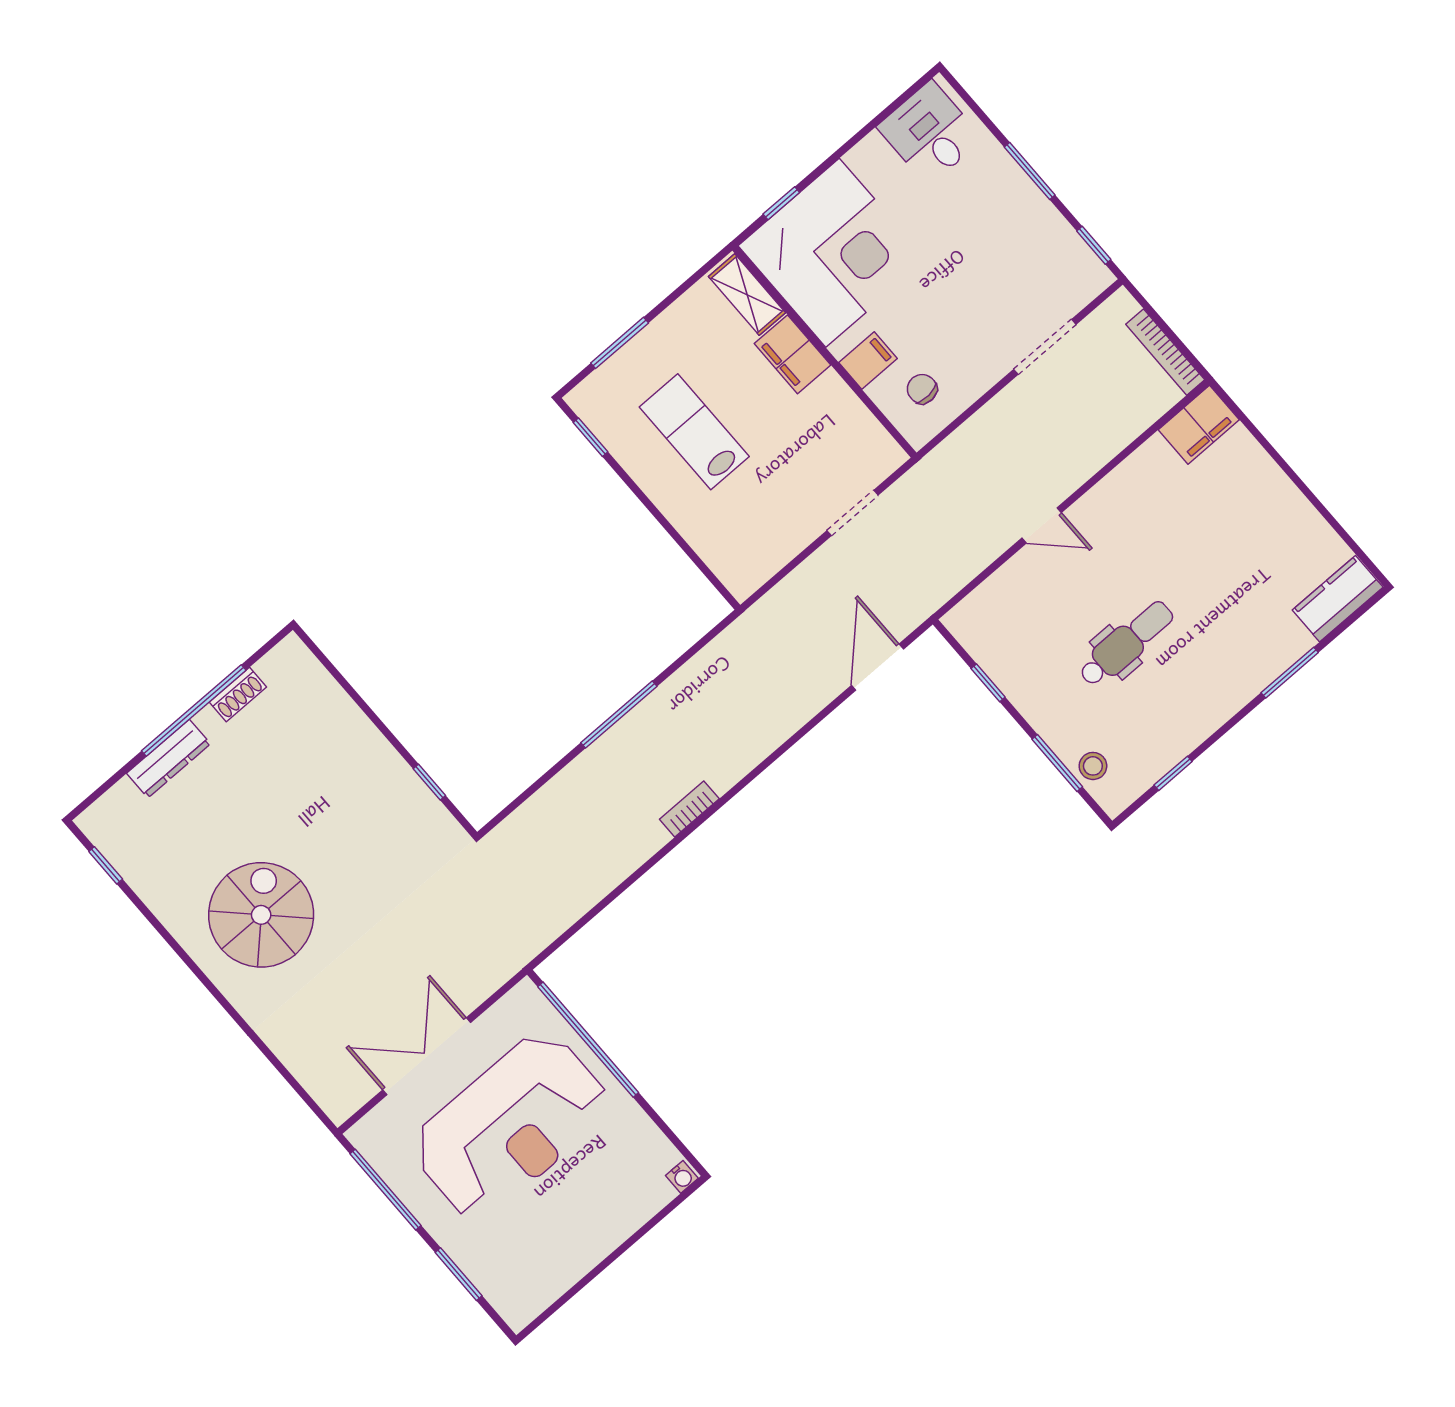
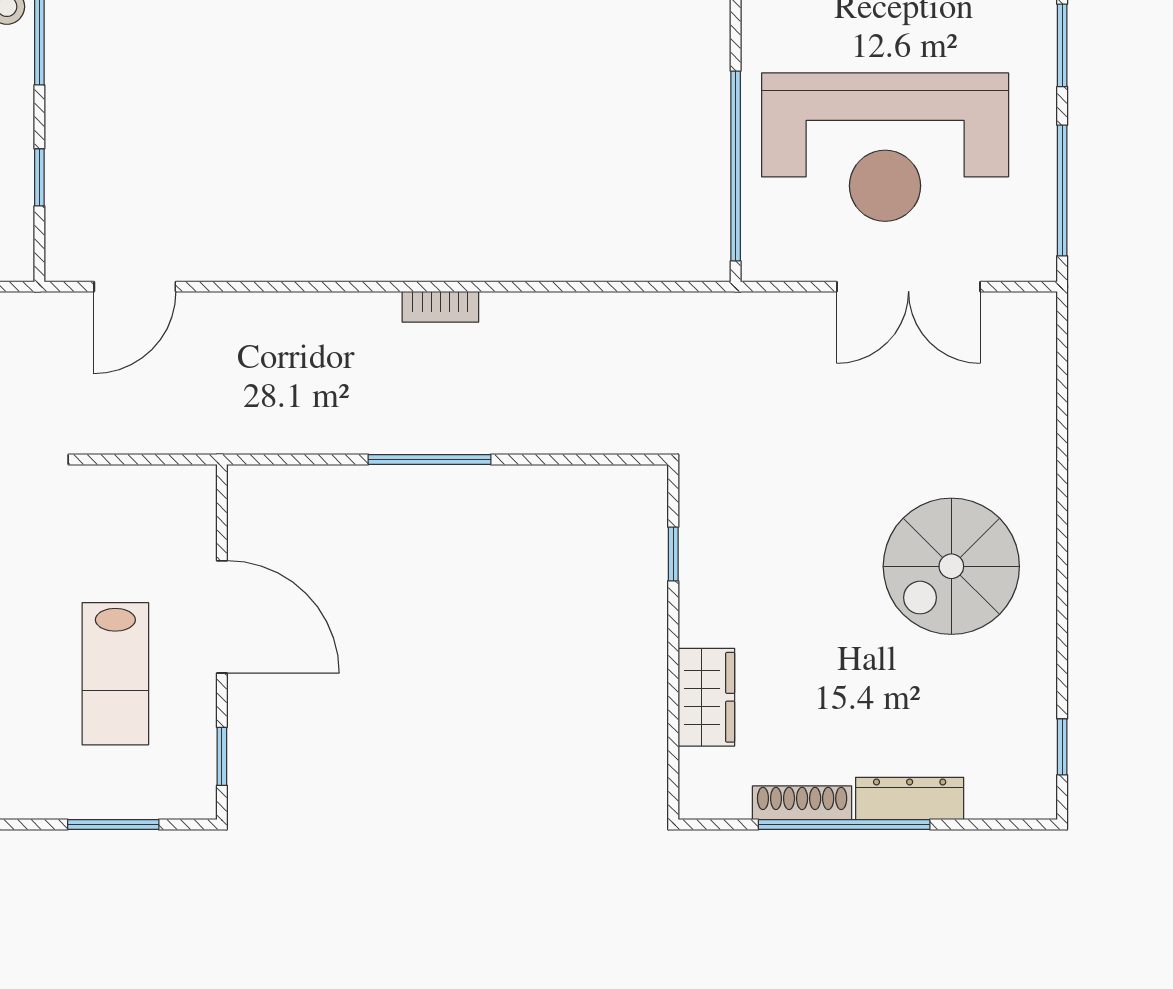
door: (661, 518) -> (222, 617), added
shoe rack: (238, 694) -> (802, 803), width x1.43
wardrobe: (338, 715) -> (706, 697), added
reception desk: (511, 1126) -> (885, 147), turned 180

